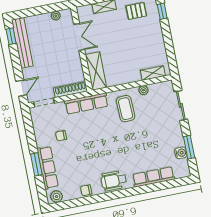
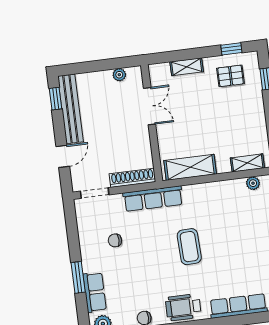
shelving: (96, 71) -> (190, 167), moved, turned 90
door: (21, 88) -> (63, 156), moved
plant: (144, 90) -> (253, 183), moved
coffee table: (126, 109) -> (189, 247), moved
row of seats: (48, 168) -> (95, 292), width x0.68

